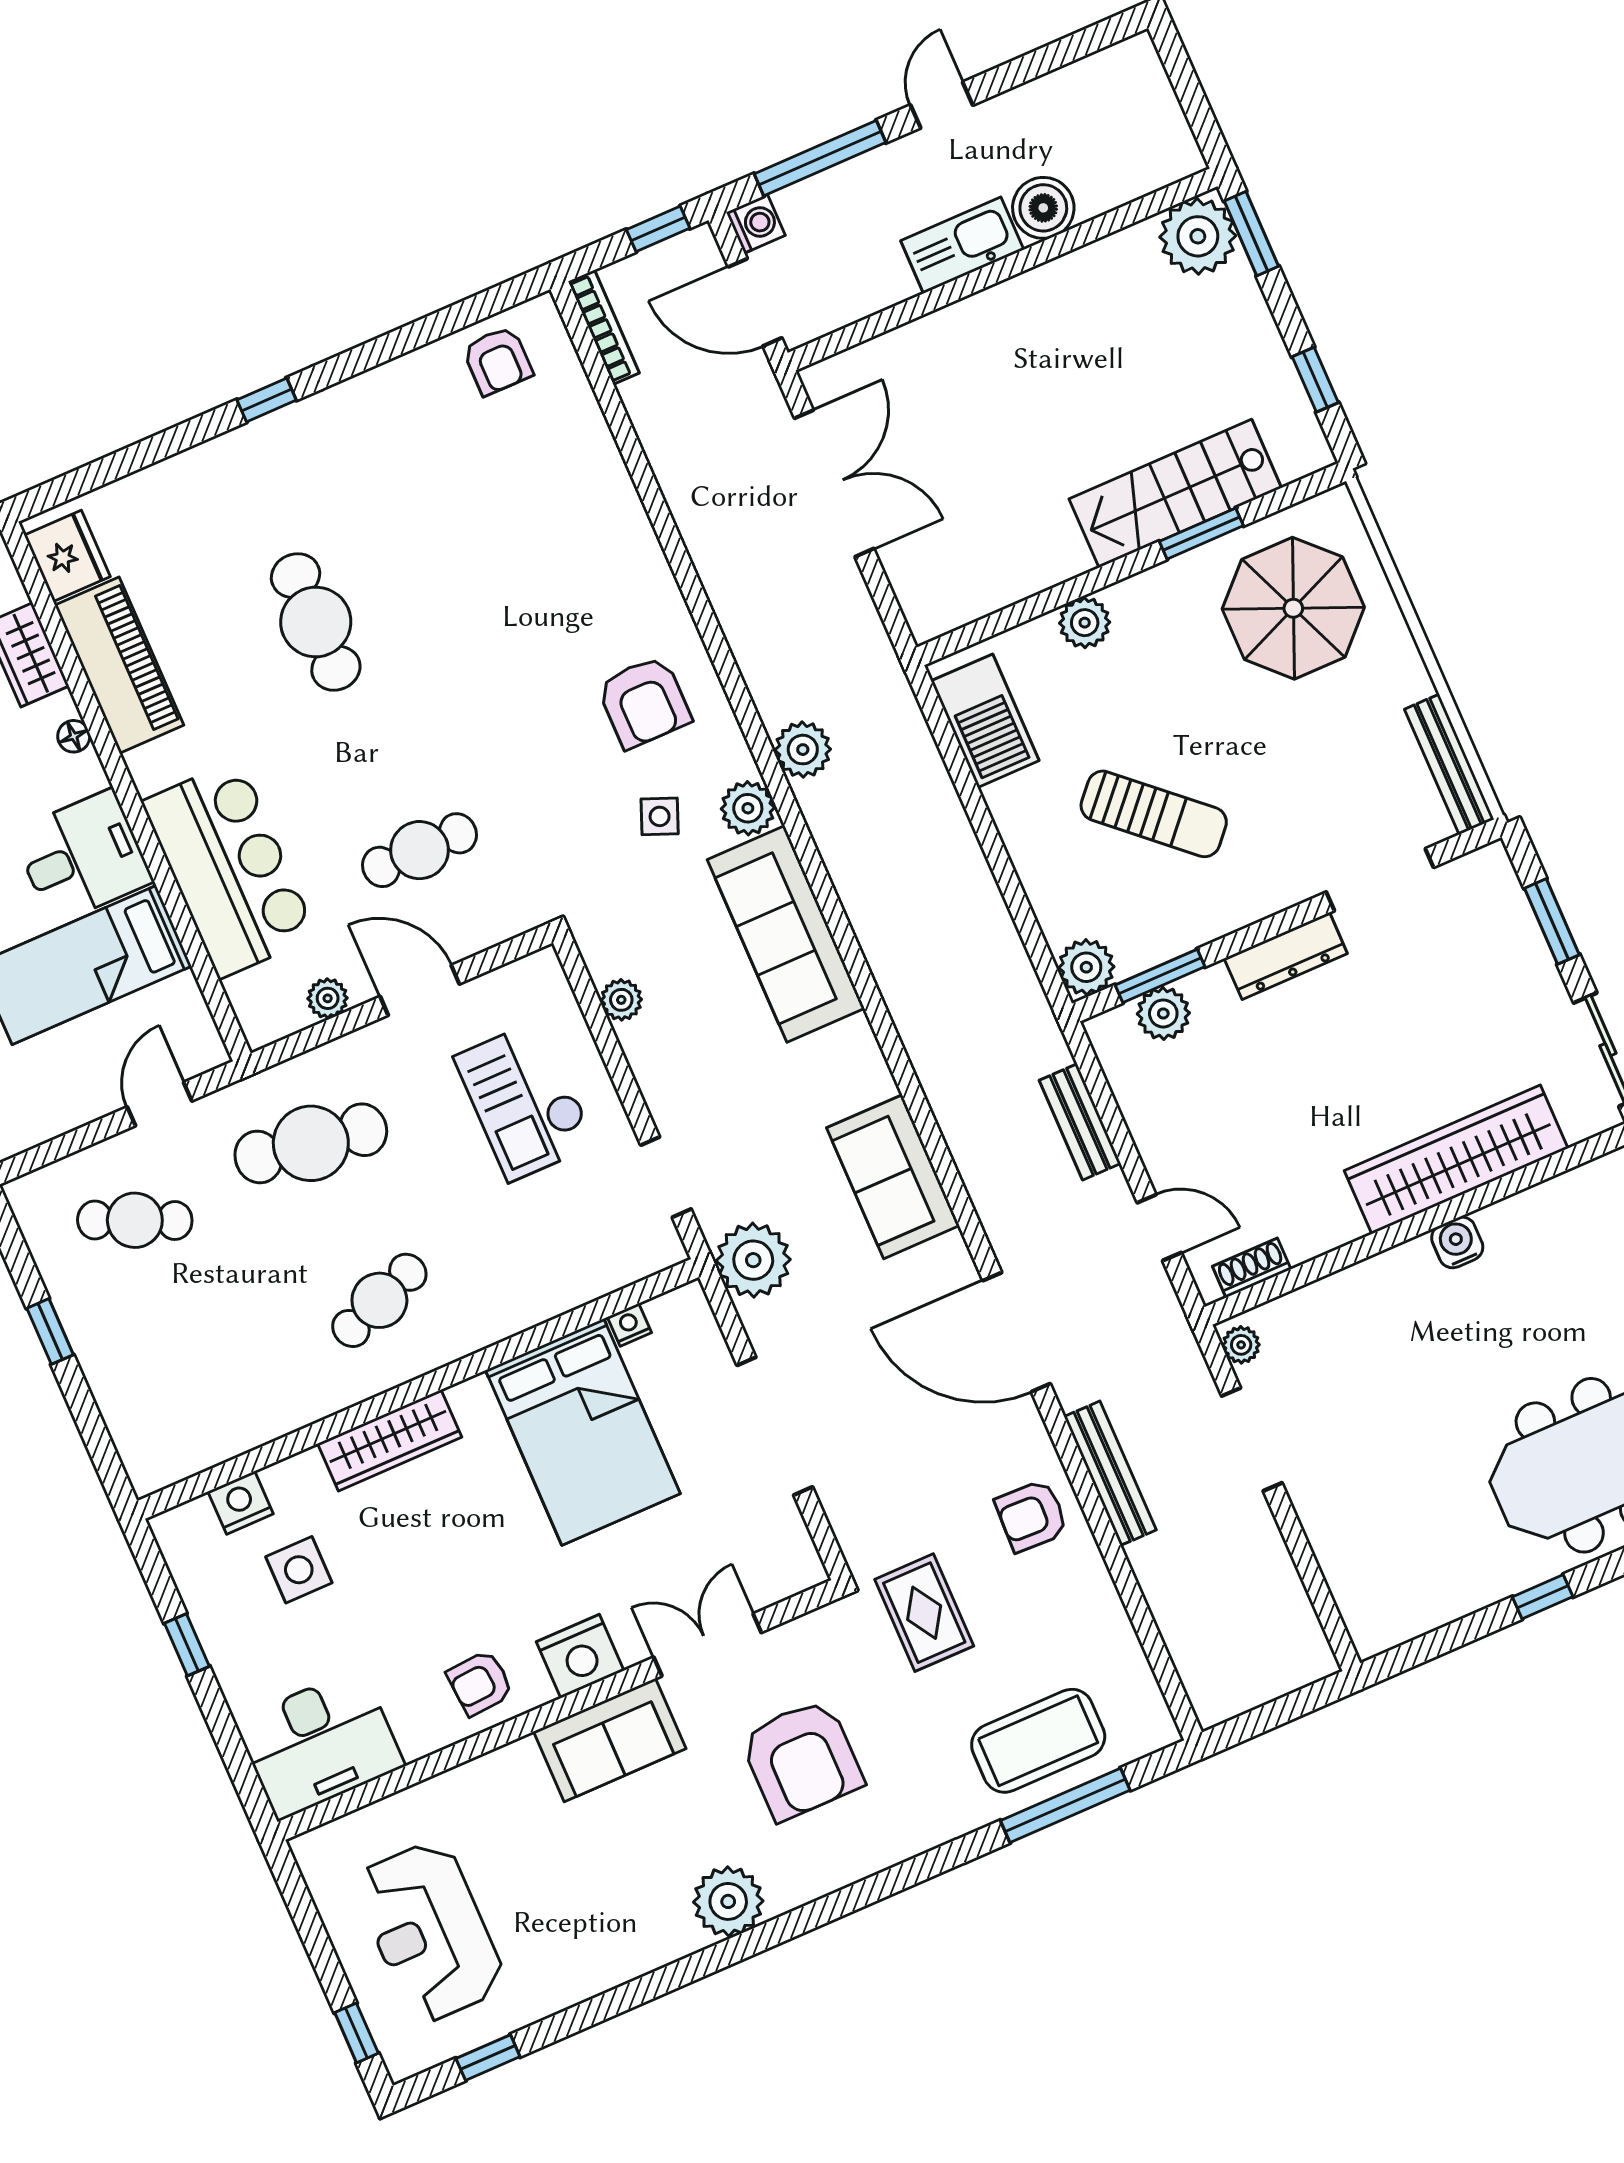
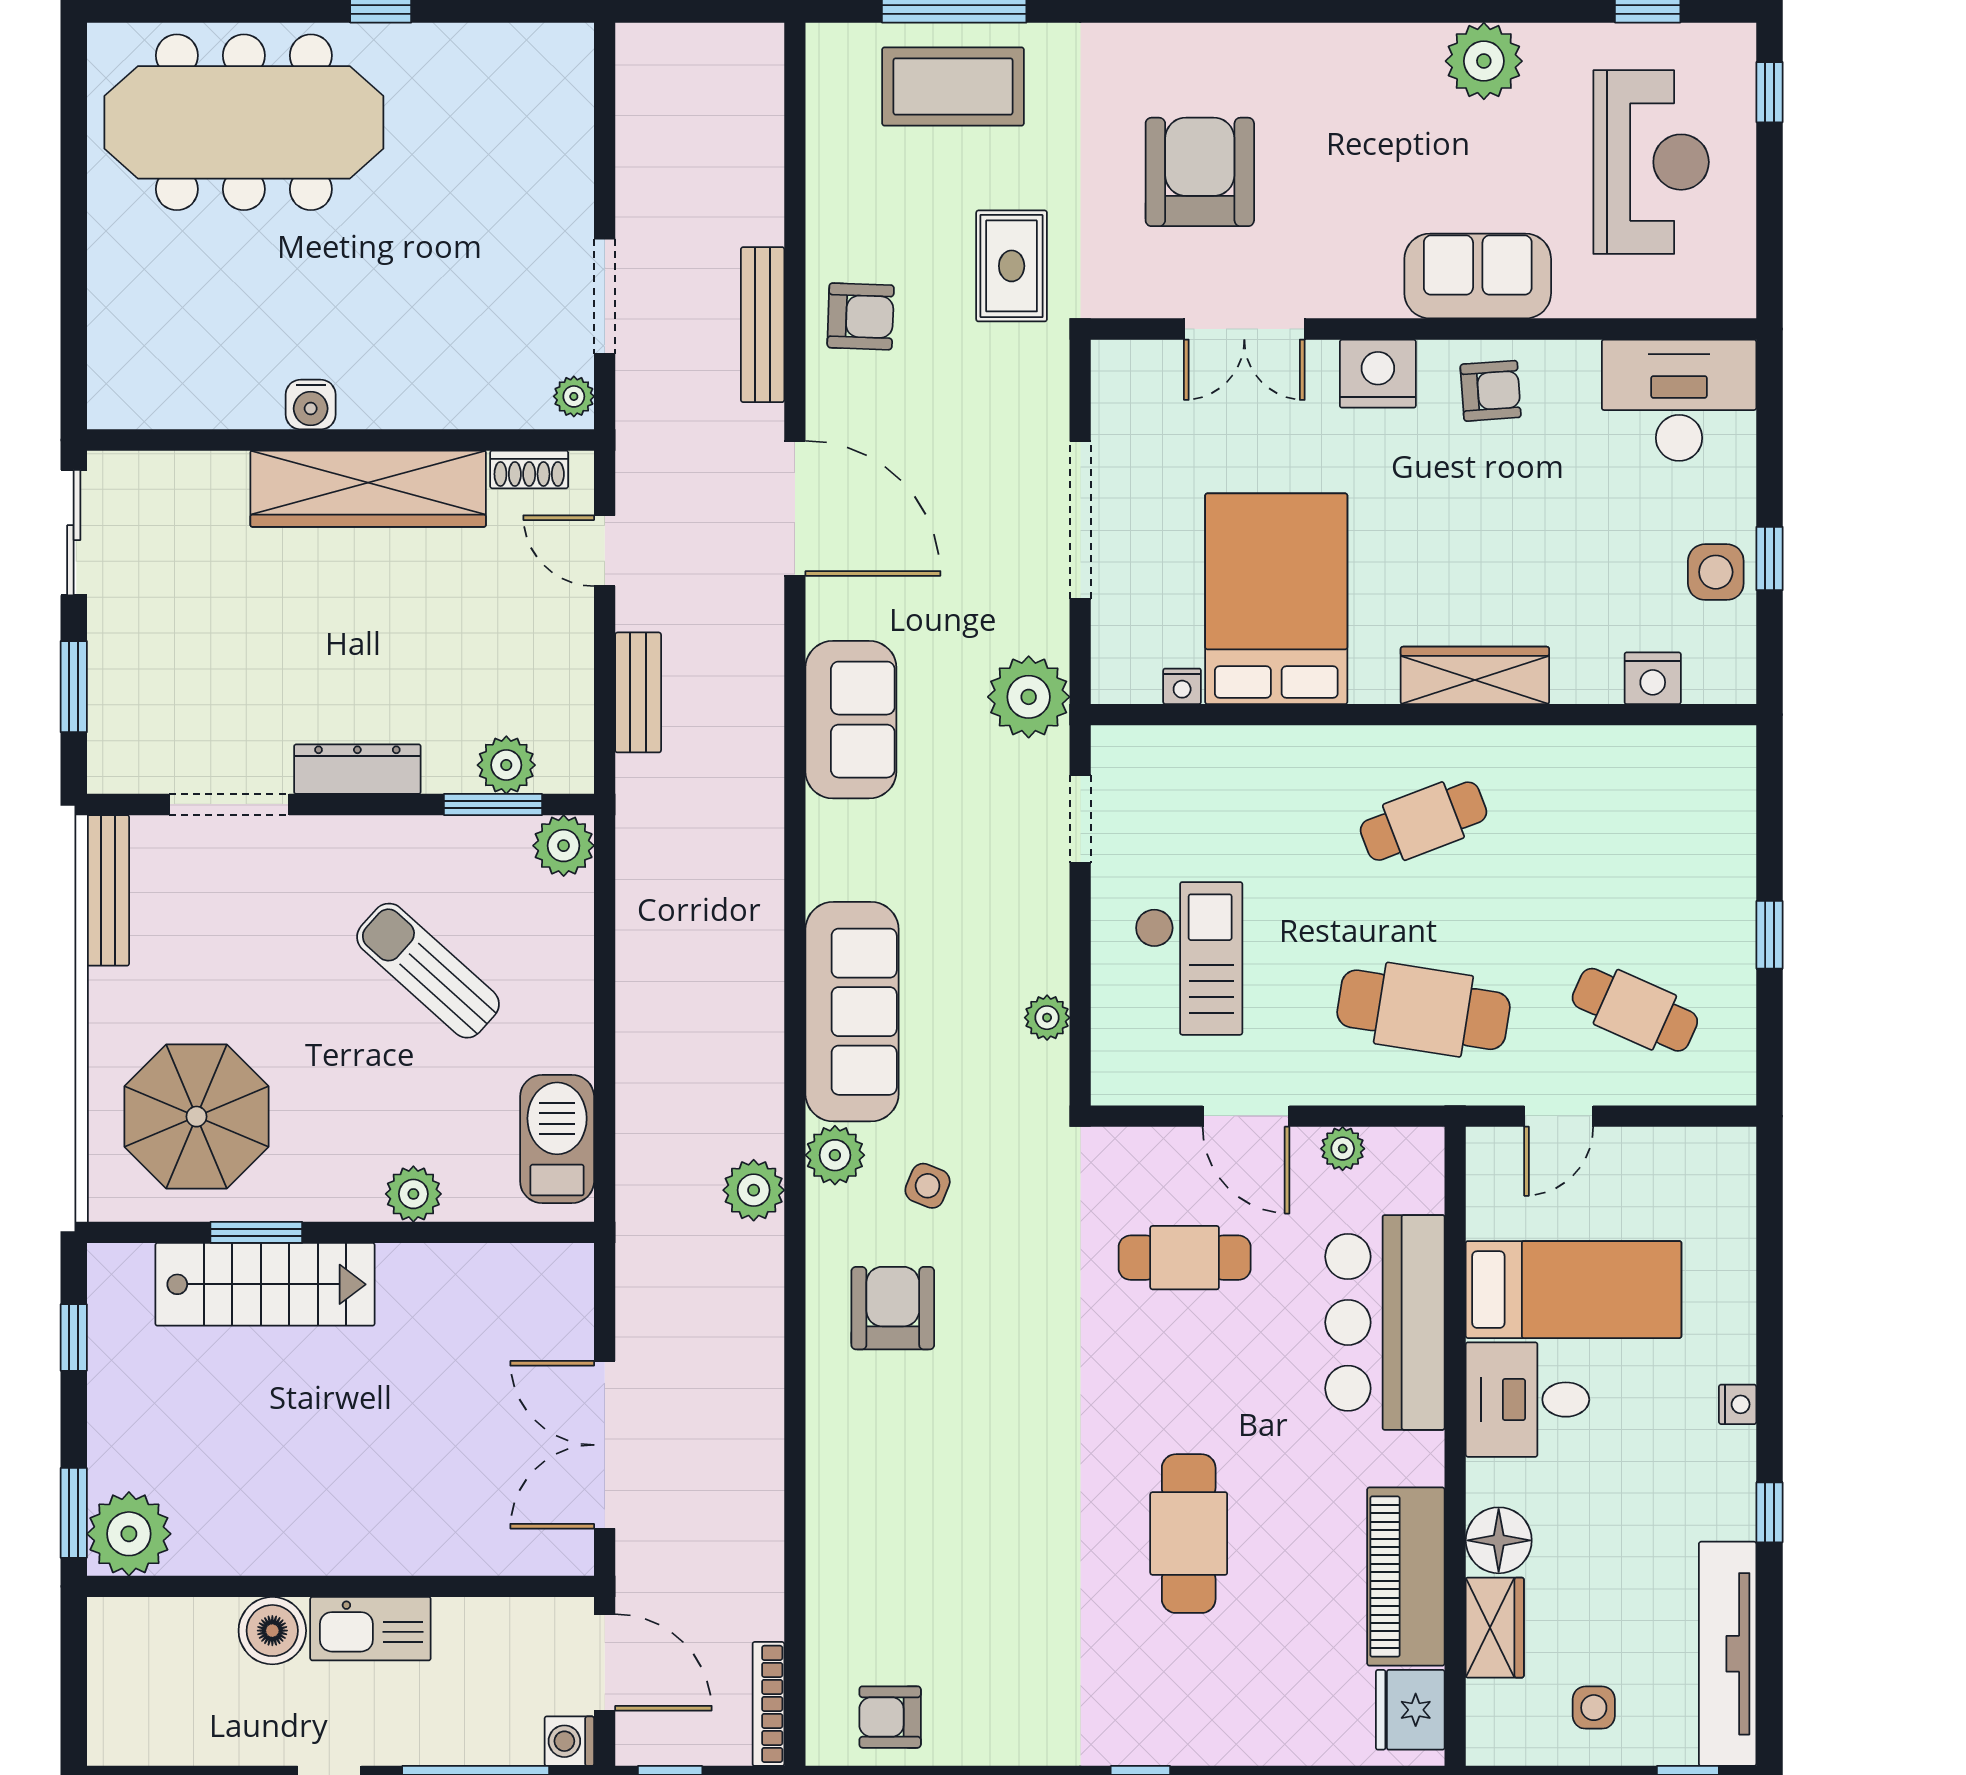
armchair: (498, 361) -> (890, 1717), turned -90
floor lamp: (74, 736) -> (1499, 1540), width x1.89, depth x1.89
wardrobe: (1456, 1159) -> (368, 489), moved
side table: (299, 1570) -> (1716, 572), moved
sofa: (610, 1740) -> (1478, 276), moved
plant: (728, 1901) -> (1484, 61), moved

